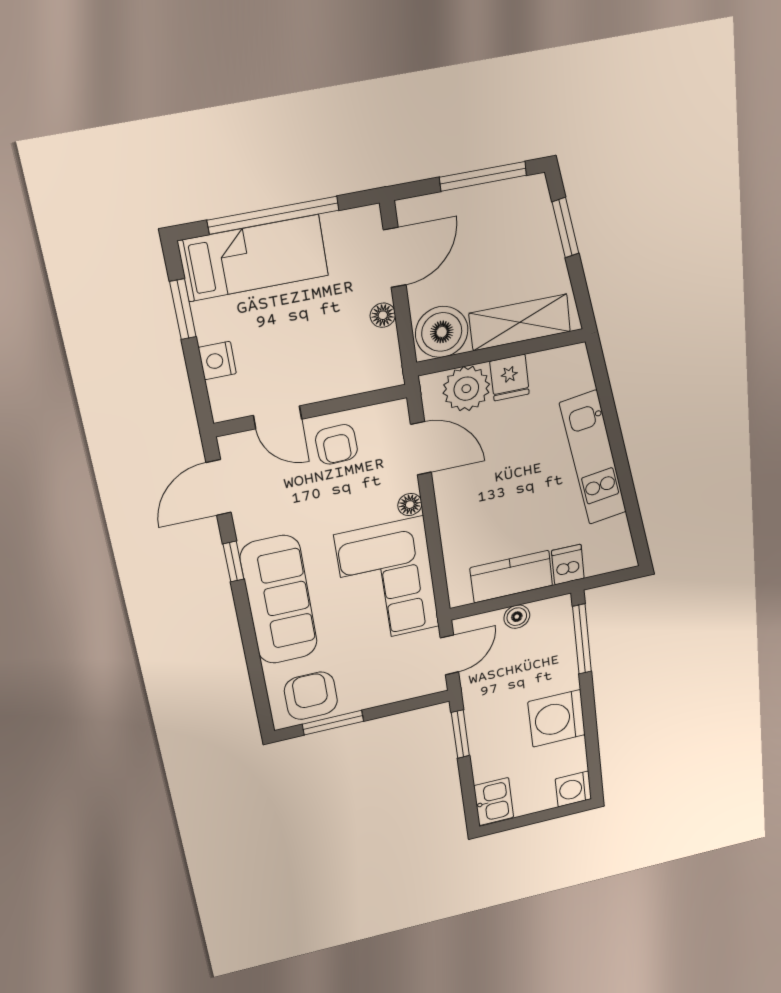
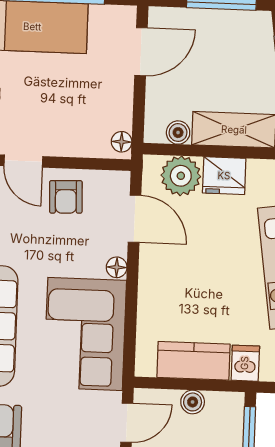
floor lamp: (383, 315) -> (122, 142), moved
boiler: (442, 332) -> (178, 133), width x0.54, depth x0.54
fridge: (510, 378) -> (224, 176), width x1.38

